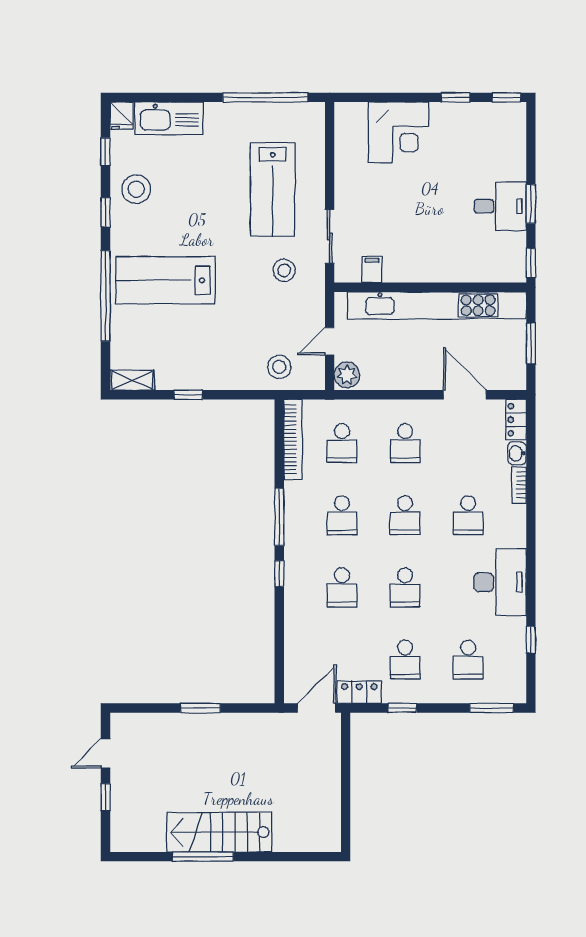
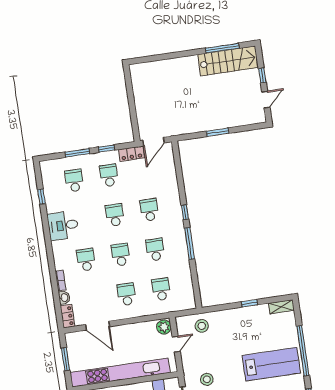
bookcase: (293, 439) -> (188, 287), removed
desk: (500, 582) -> (63, 226), width x0.73
window: (492, 708) -> (77, 153), moved
stairs: (219, 832) -> (228, 61), moved
window: (203, 857) -> (222, 48), moved

